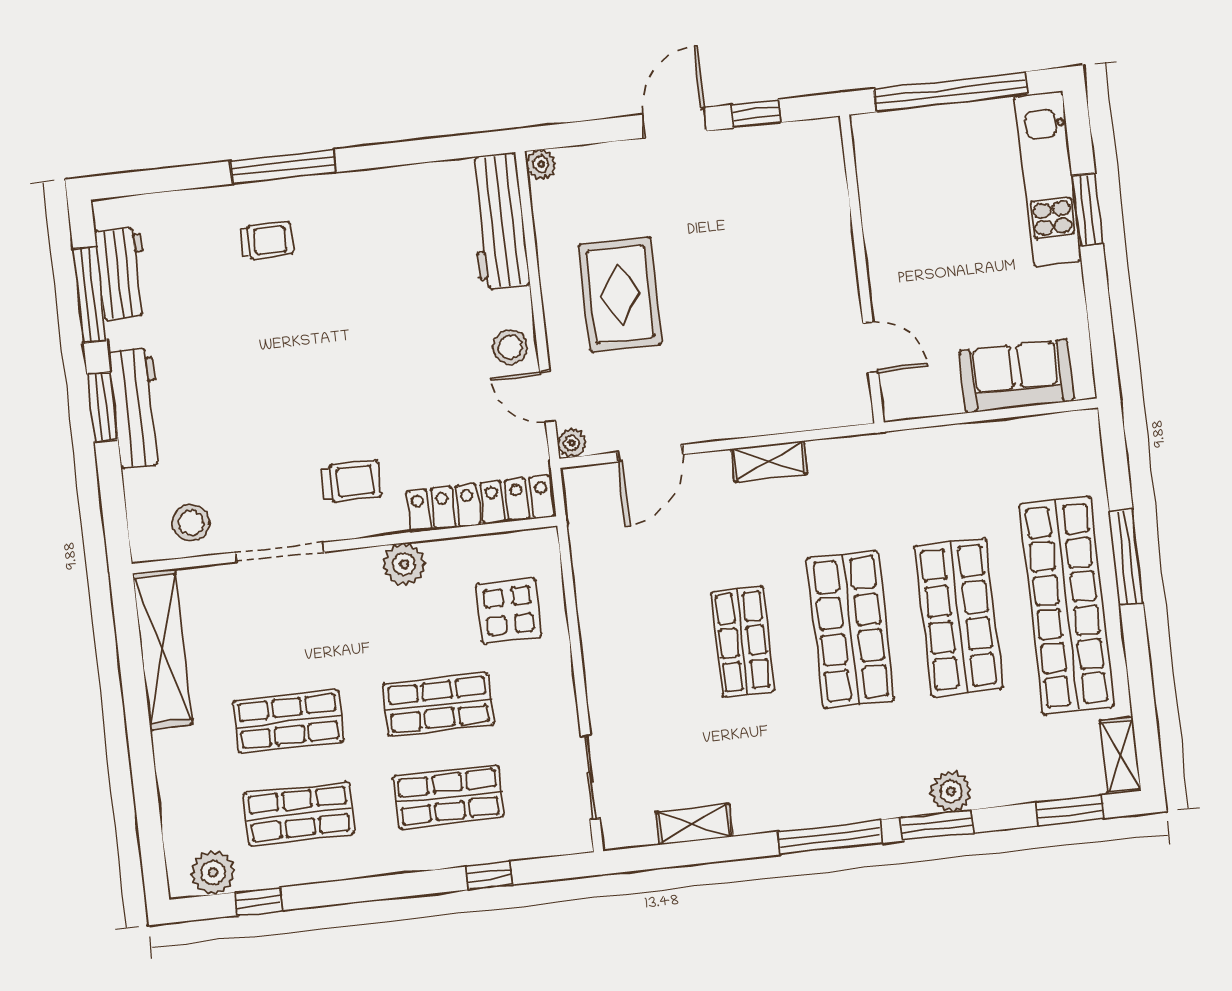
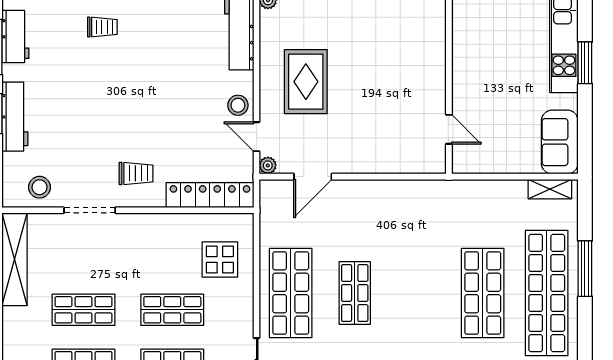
sofa: (1016, 376) -> (560, 142), moved, turned -90
shelving: (769, 461) -> (550, 189), moved
plant: (404, 564) -> (162, 226), removed
shop shelf: (851, 629) -> (291, 293), moved

